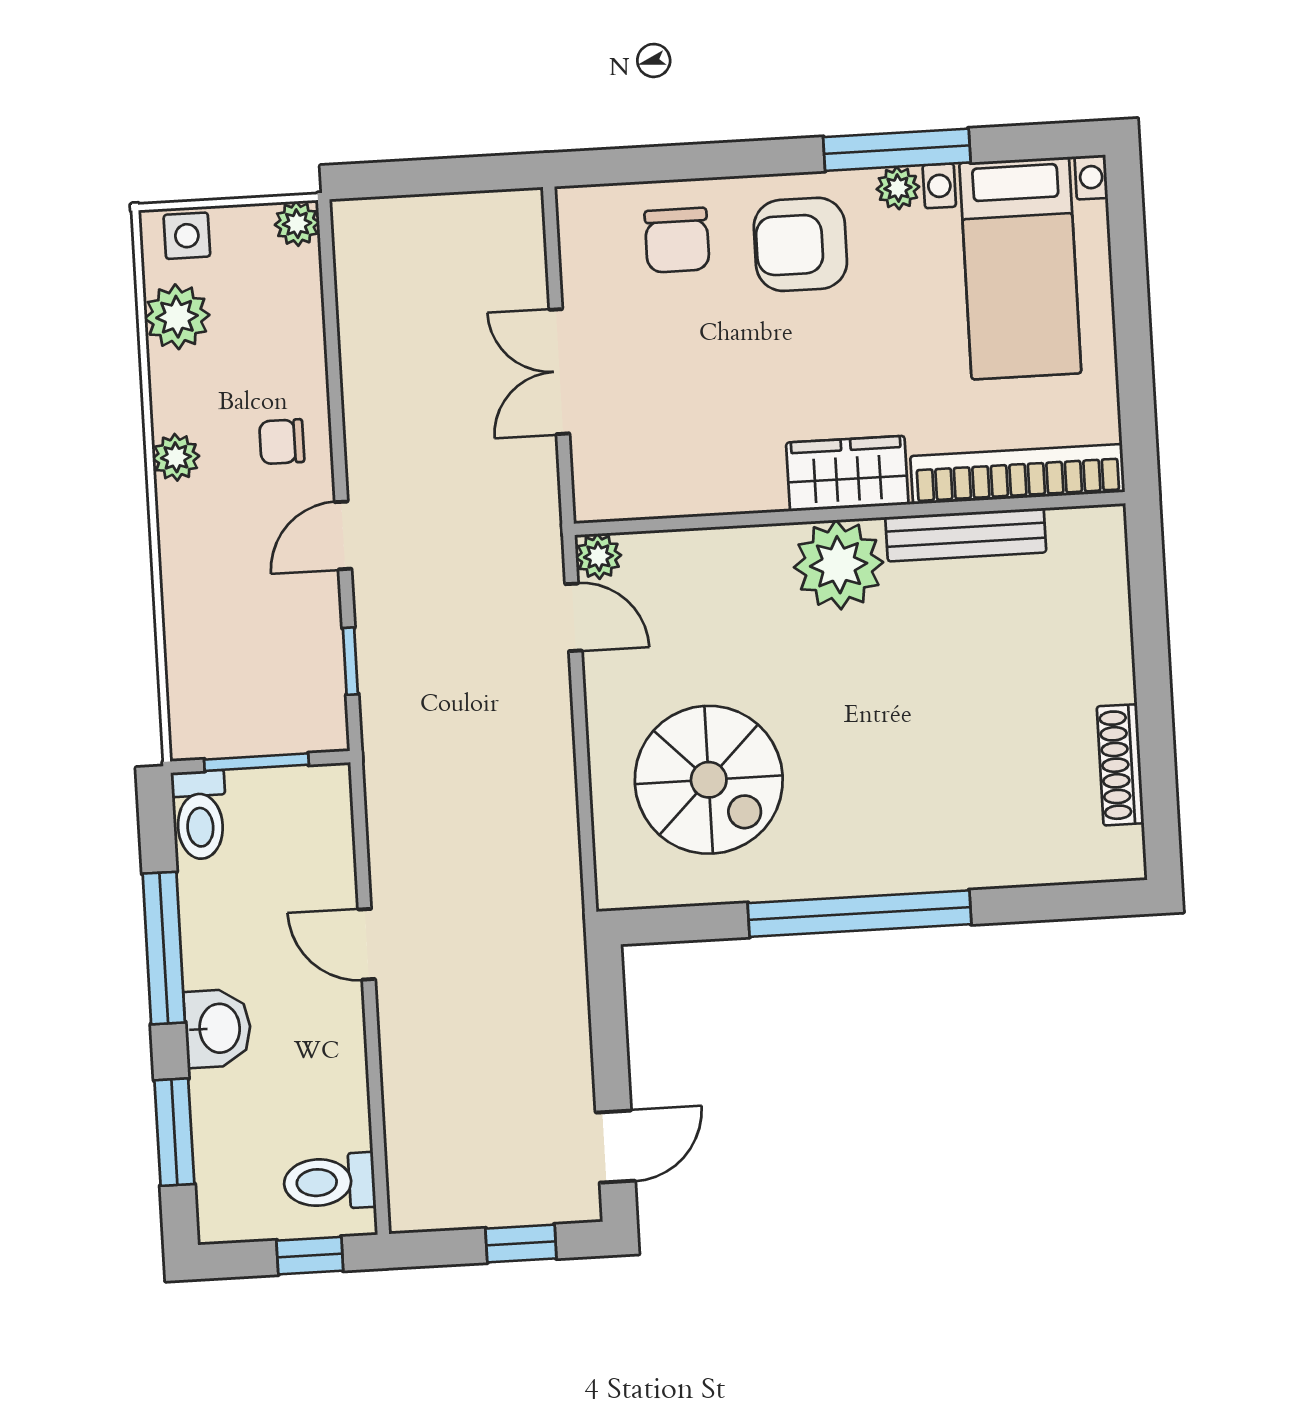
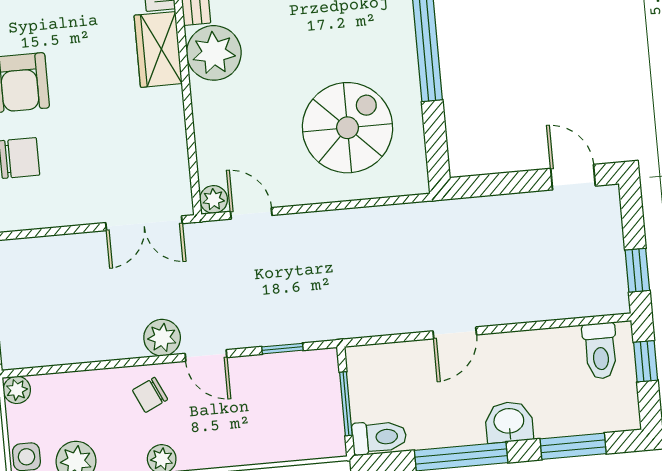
double door: (559, 372) -> (144, 223), moved
chair: (282, 442) -> (150, 395), turned 65
plant: (375, 464) -> (162, 338), added
door: (574, 617) -> (251, 213), hinge flipped
window: (521, 1243) -> (637, 270), moved

